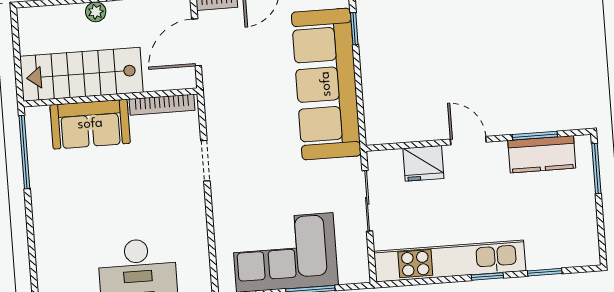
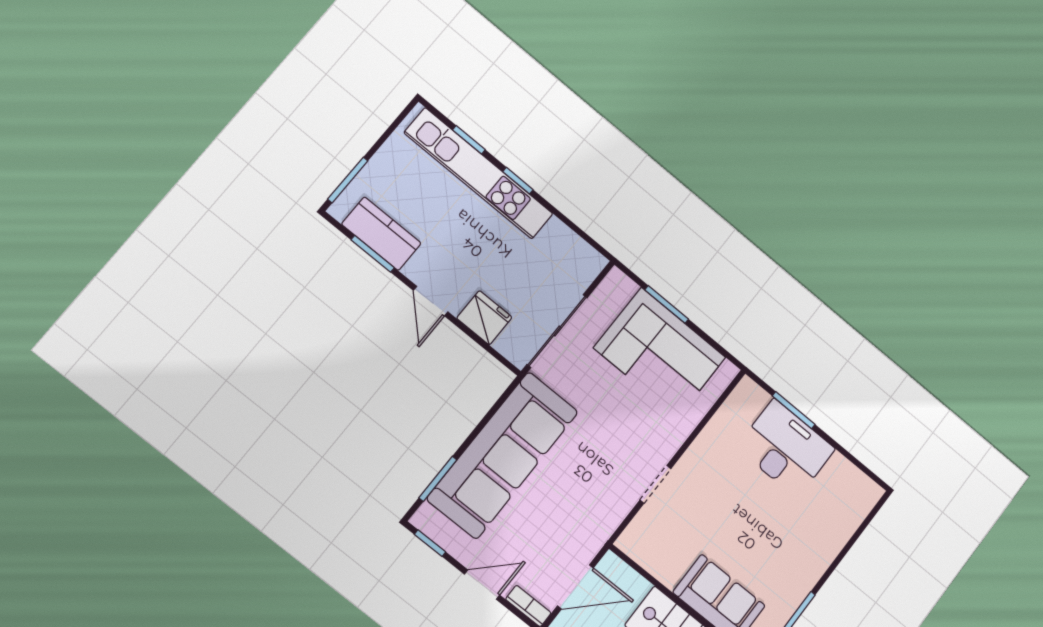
window: (354, 29) -> (438, 479), width x1.50
bookcase: (162, 105) -> (649, 562), removed
sliding door: (367, 201) -> (557, 331), width x1.37
kitchen unit: (450, 261) -> (479, 173), moved

